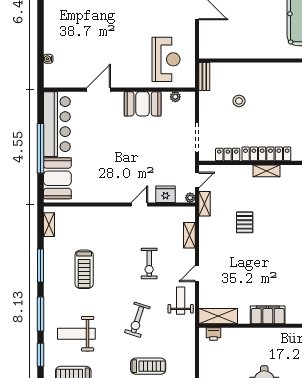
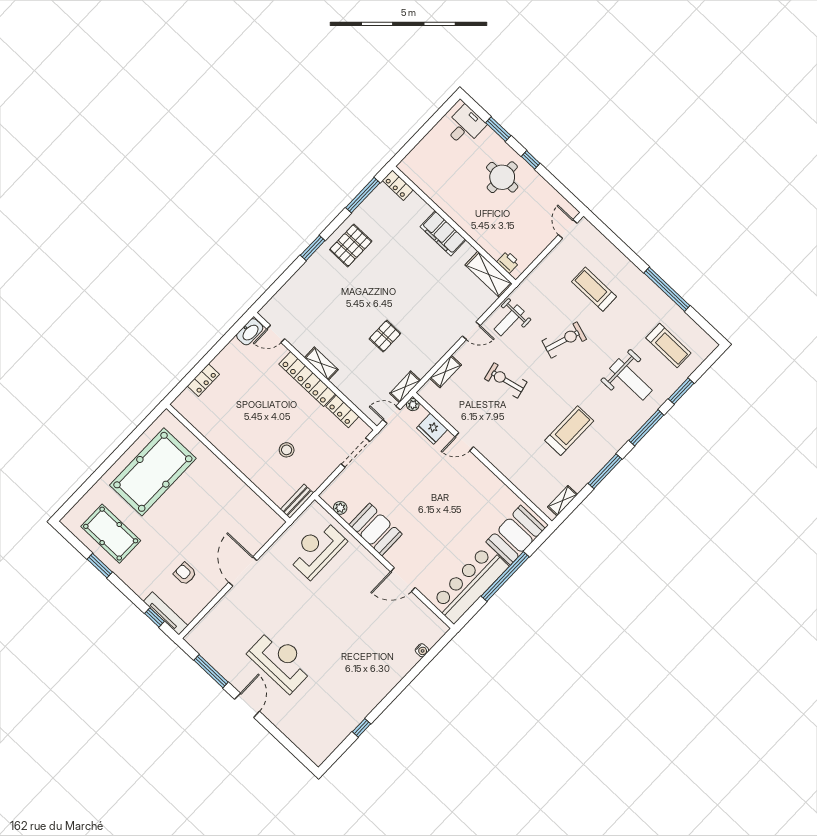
exercise bike: (149, 264) -> (506, 380), turned -103

